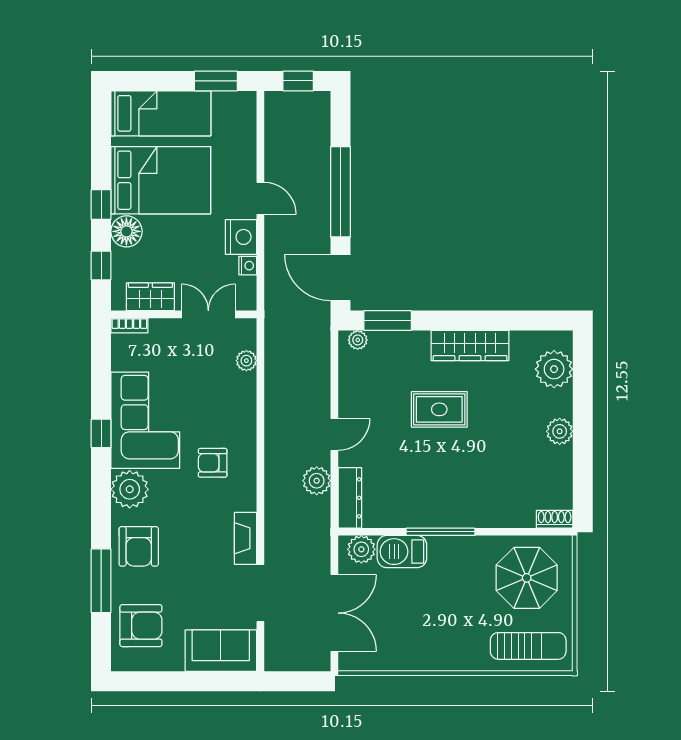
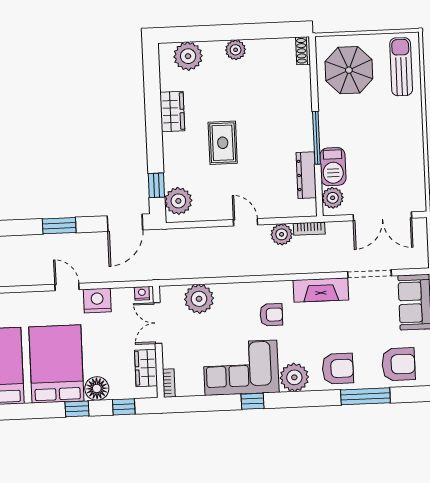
window: (341, 192) -> (59, 226), width x0.47
door: (260, 198) -> (67, 287), hinge flipped
nightstand: (248, 266) -> (142, 293), moved
window: (388, 321) -> (156, 185), width x0.67
plant: (358, 340) -> (178, 201), width x1.88, depth x1.88
wardrobe: (470, 345) -> (172, 111), width x0.67
plant: (246, 361) -> (199, 299), width x1.88, depth x1.88
armchair: (213, 463) -> (271, 315), turned -90
dresser: (350, 498) -> (306, 175), moved, turned -90
bookcase: (323, 517) -> (309, 229), added
fireplace: (246, 538) -> (321, 290), width x1.37, depth x1.32
double door: (334, 613) -> (382, 216), swing flipped
armchair: (141, 626) -> (398, 364), turned 90

